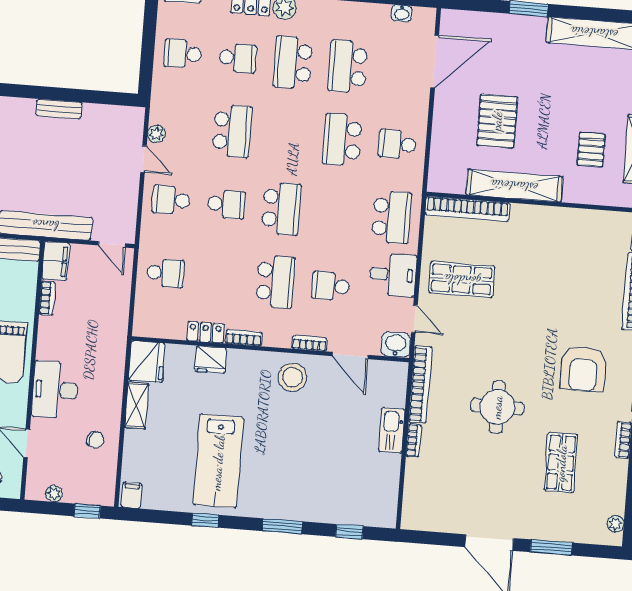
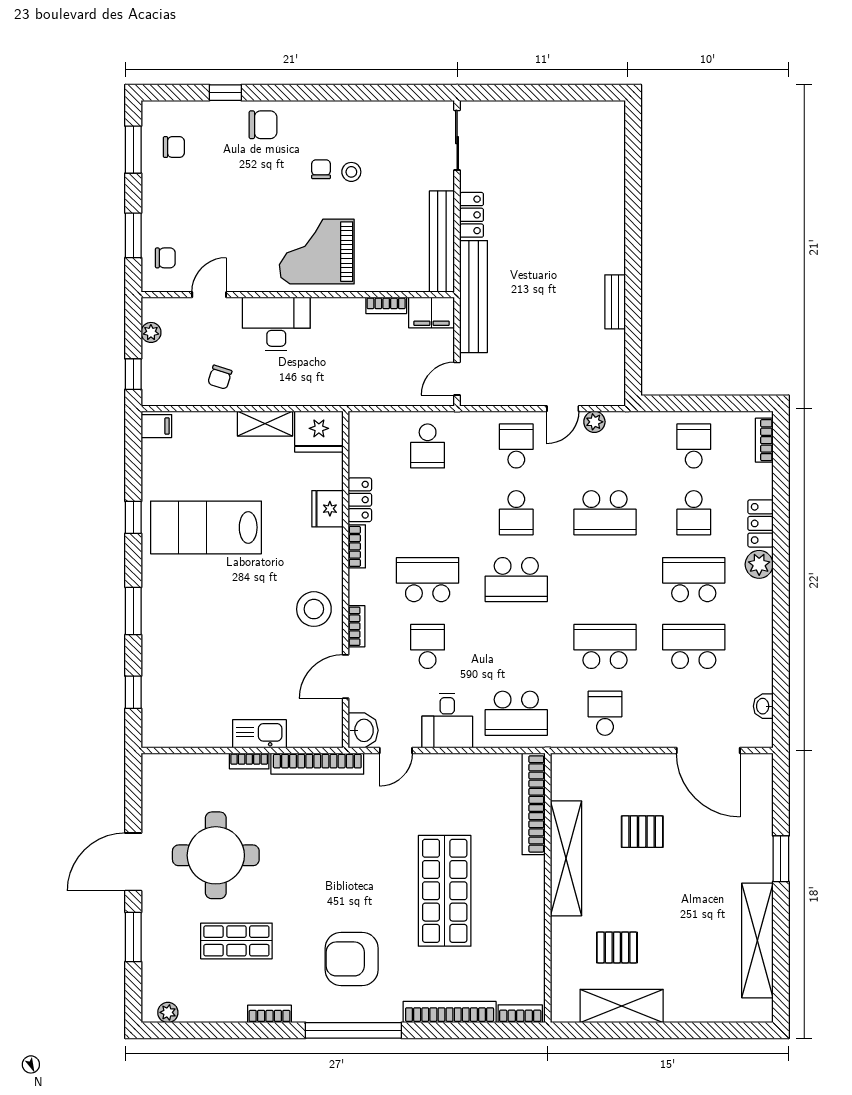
pallet: (497, 121) -> (642, 832), width x0.67, depth x0.71
shop shelf: (462, 280) -> (445, 891), moved, width x1.43, depth x1.36
school desk: (276, 282) -> (428, 580), turned 180
round table: (497, 407) -> (216, 855), moved, width x1.36, depth x1.36

